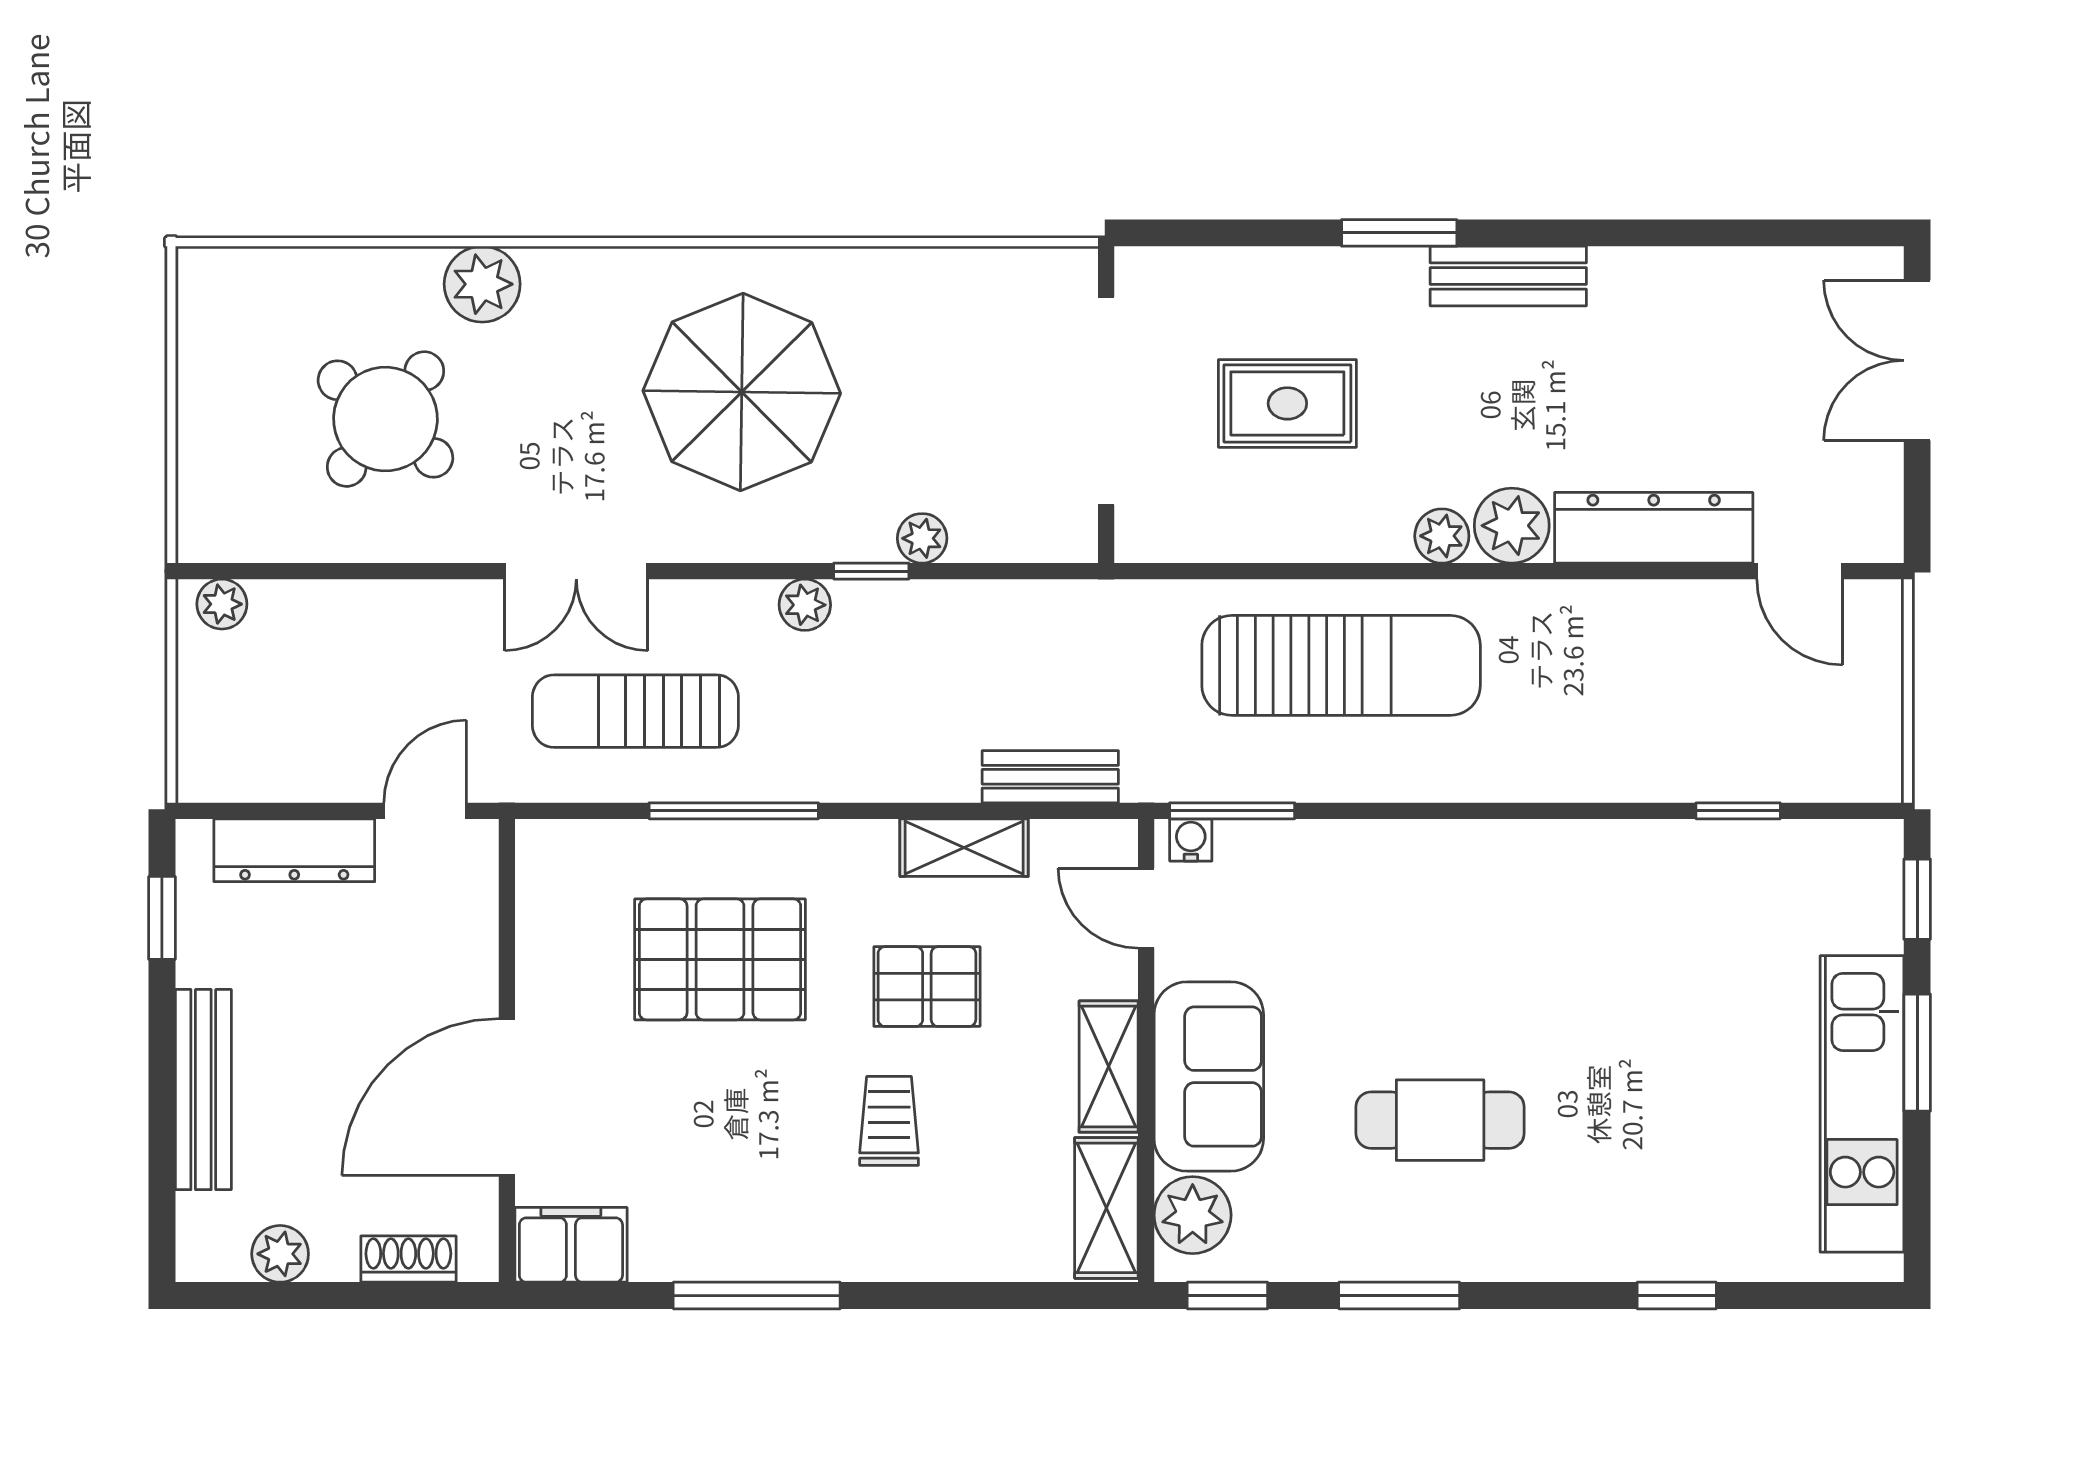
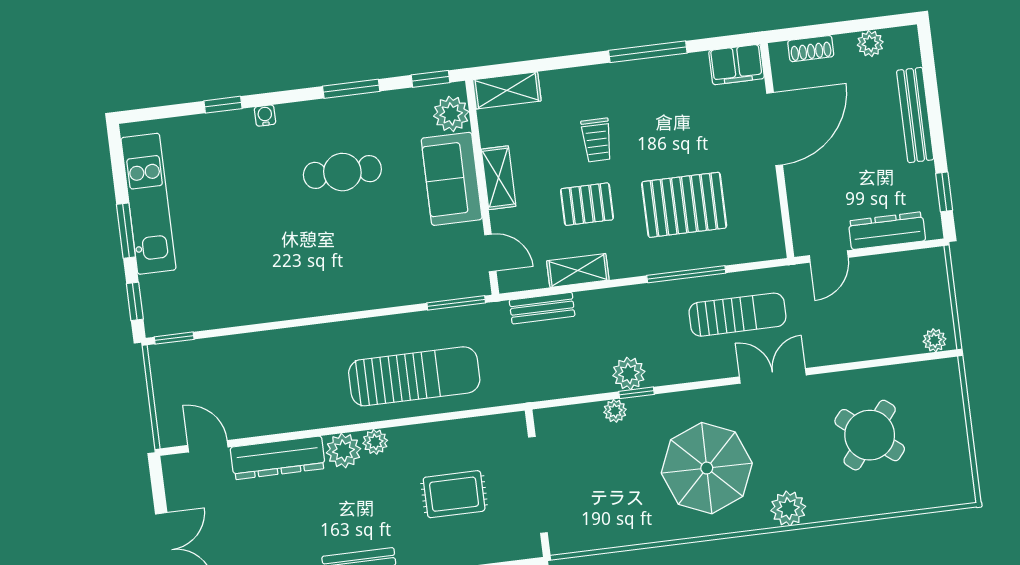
plant: (482, 284) -> (788, 508), moved
plant: (805, 605) -> (629, 373), moved, width x1.38, depth x1.38
sun lounger: (1341, 665) -> (414, 376), turned 180
window: (1738, 811) -> (174, 338), moved
water cooler: (1191, 840) -> (265, 116), moved, turned 180
shelving: (1106, 1208) -> (507, 90), moved, turned 90

